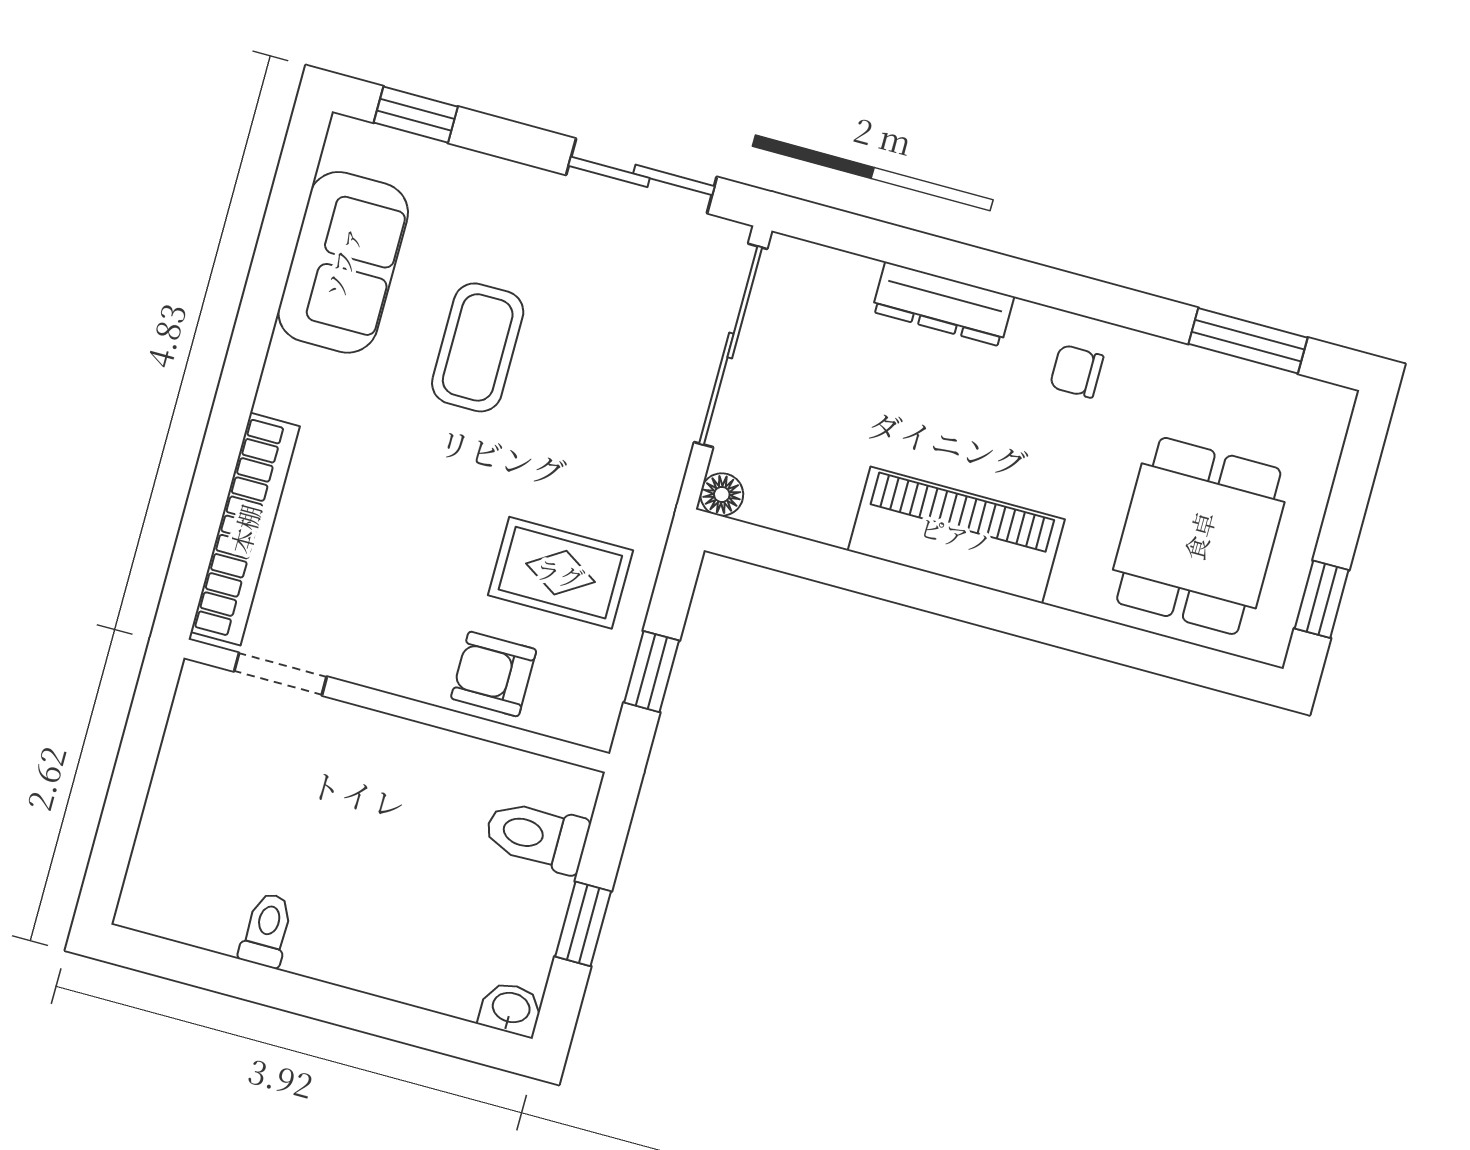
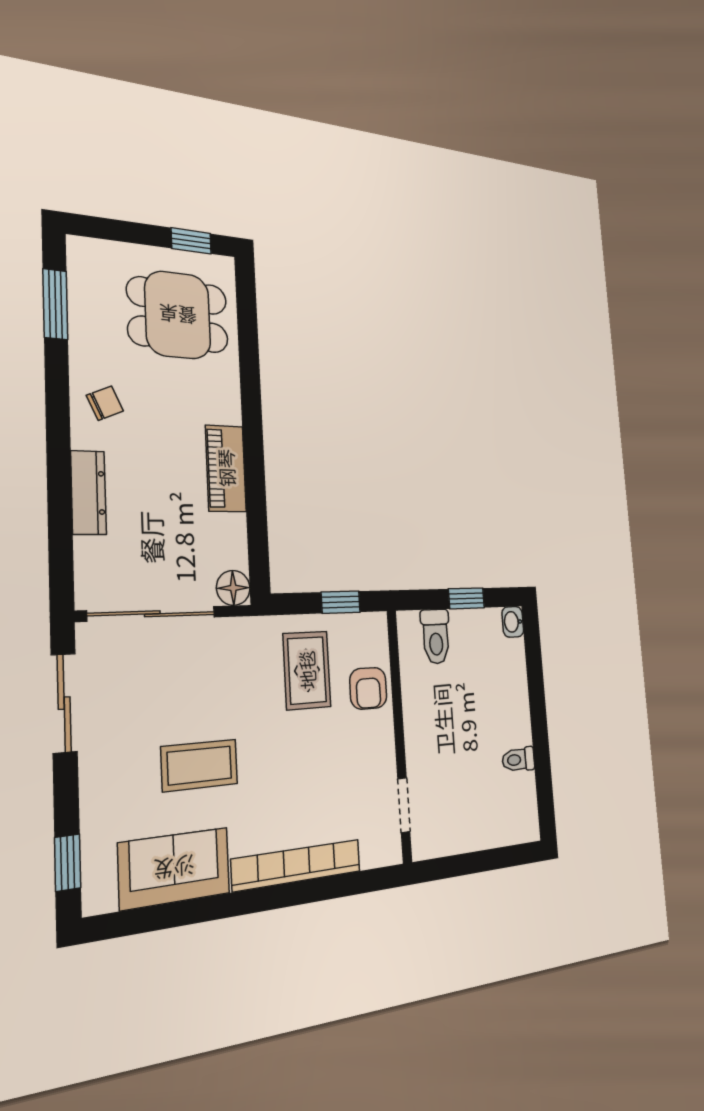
chair: (1077, 371) -> (105, 403), turned -114
floor lamp: (722, 494) -> (233, 588), width x1.37, depth x1.37
bookcase: (245, 529) -> (297, 865), moved
piano: (956, 535) -> (226, 468), width x0.73, depth x0.75

